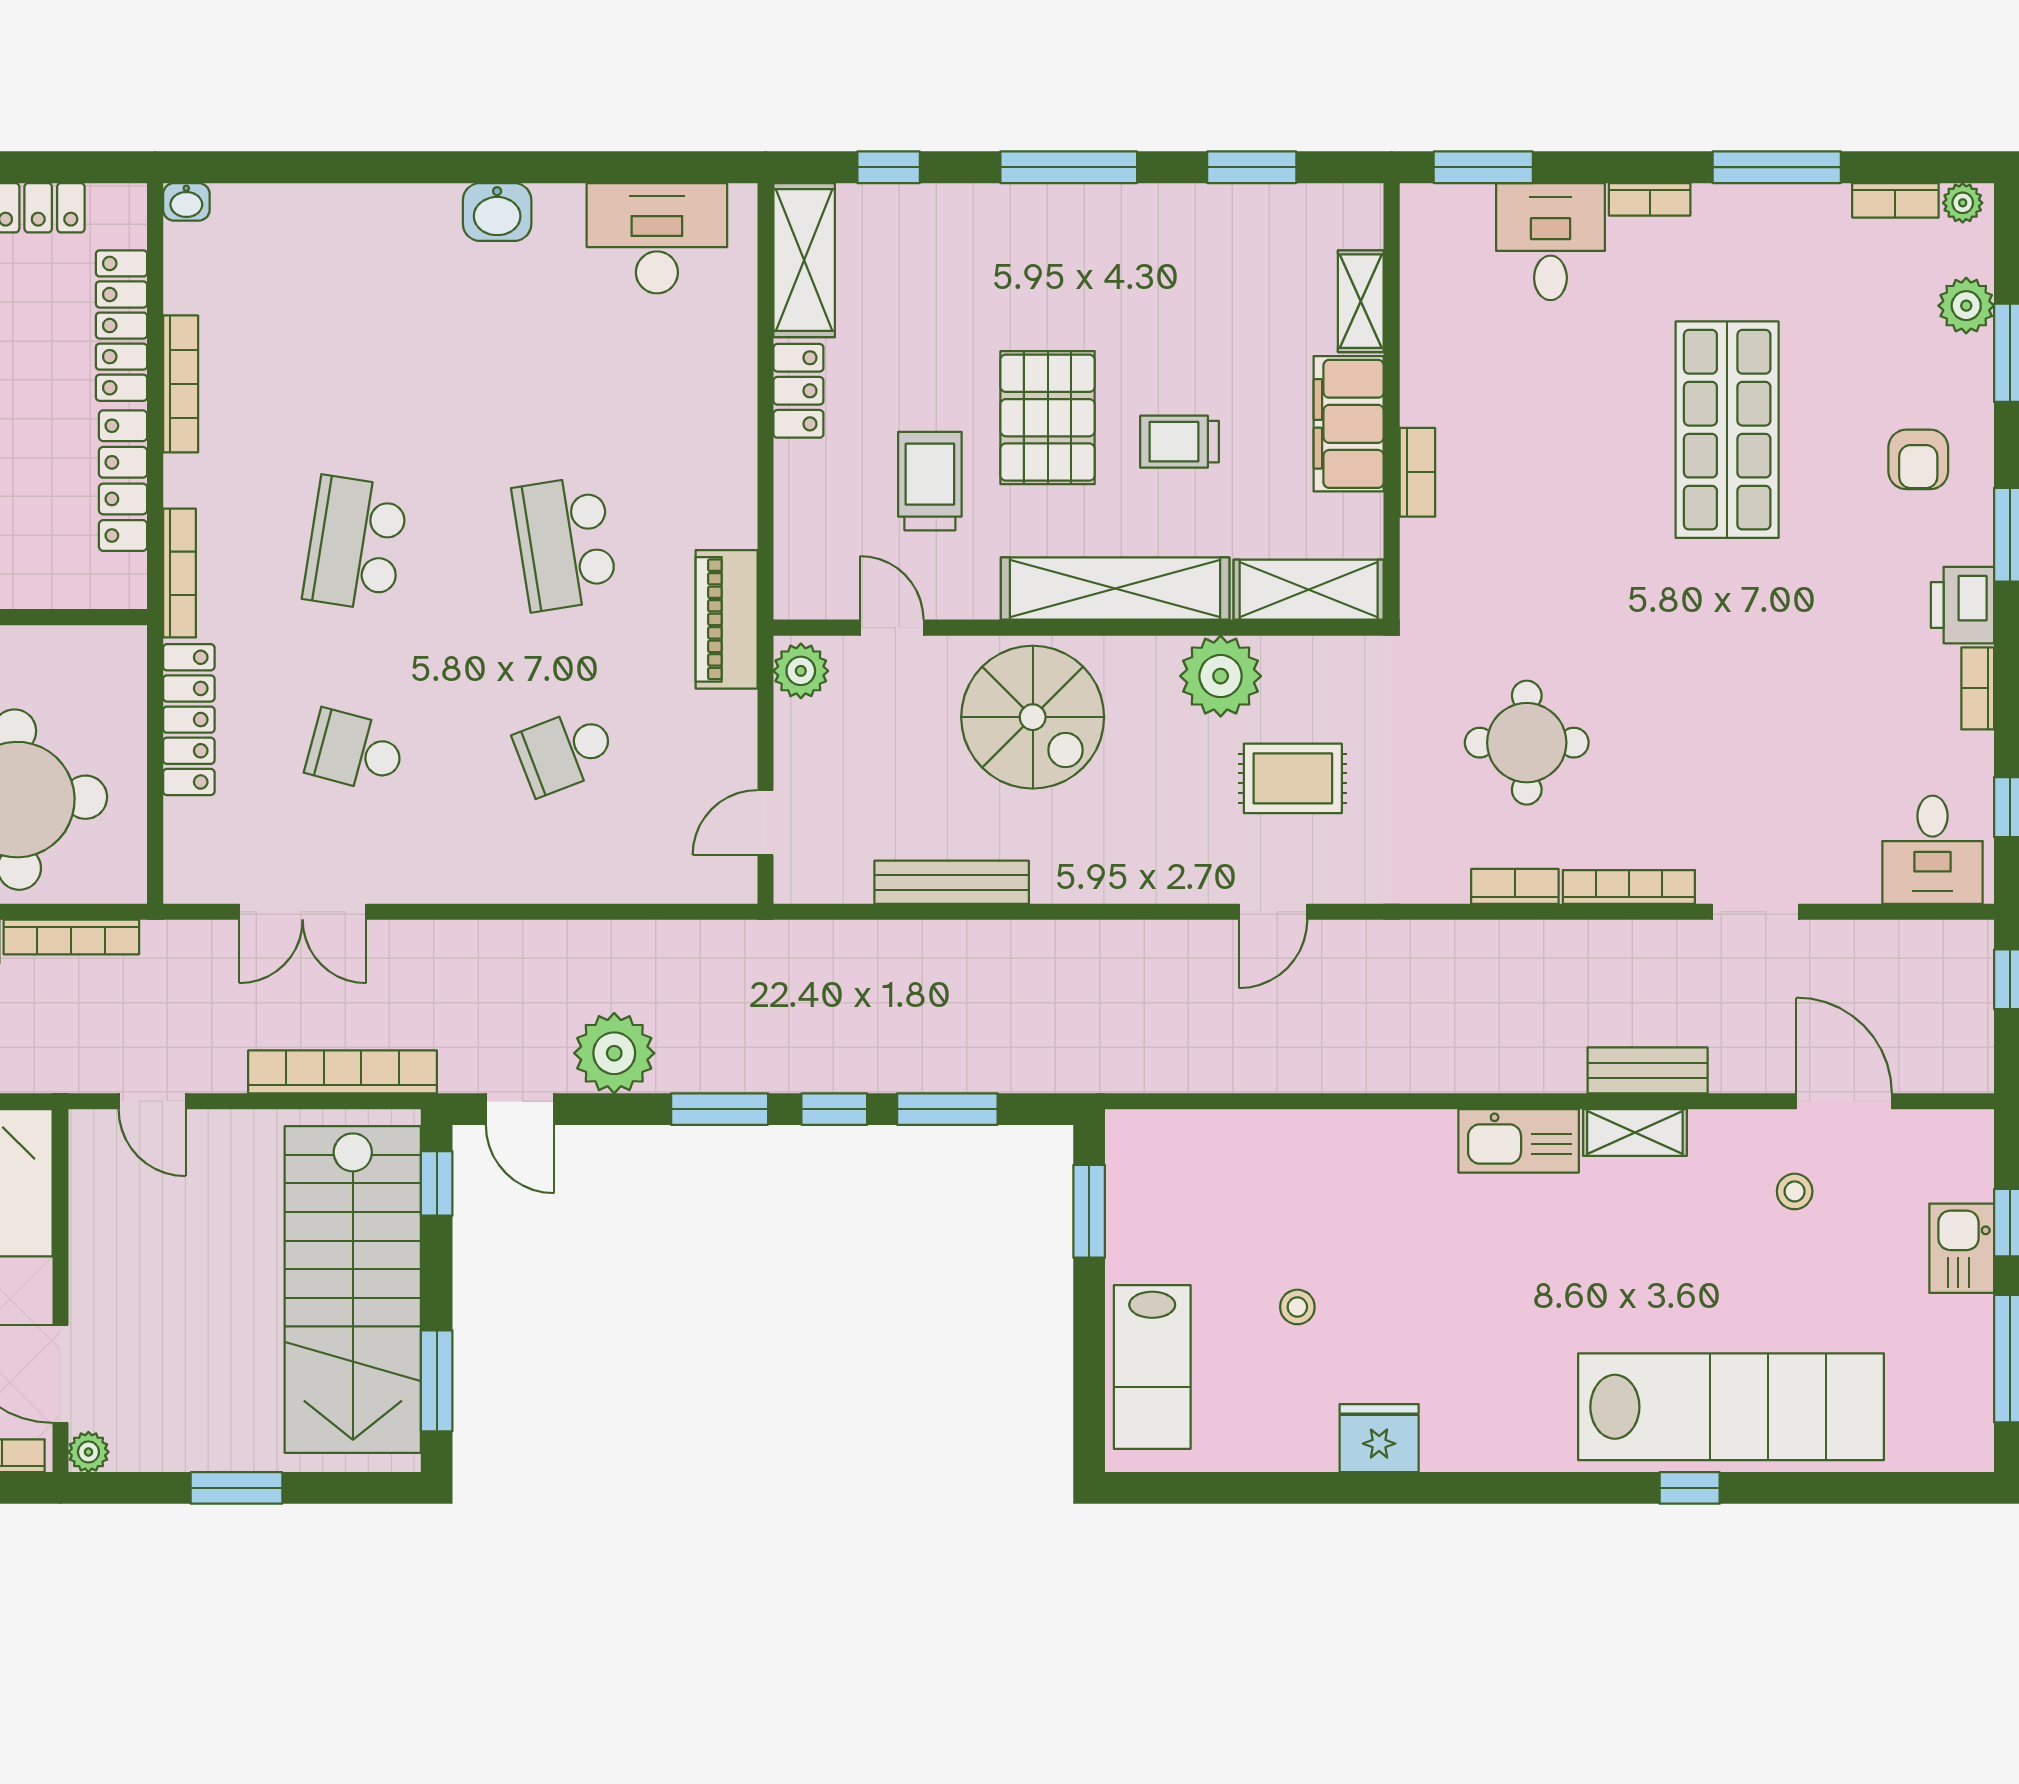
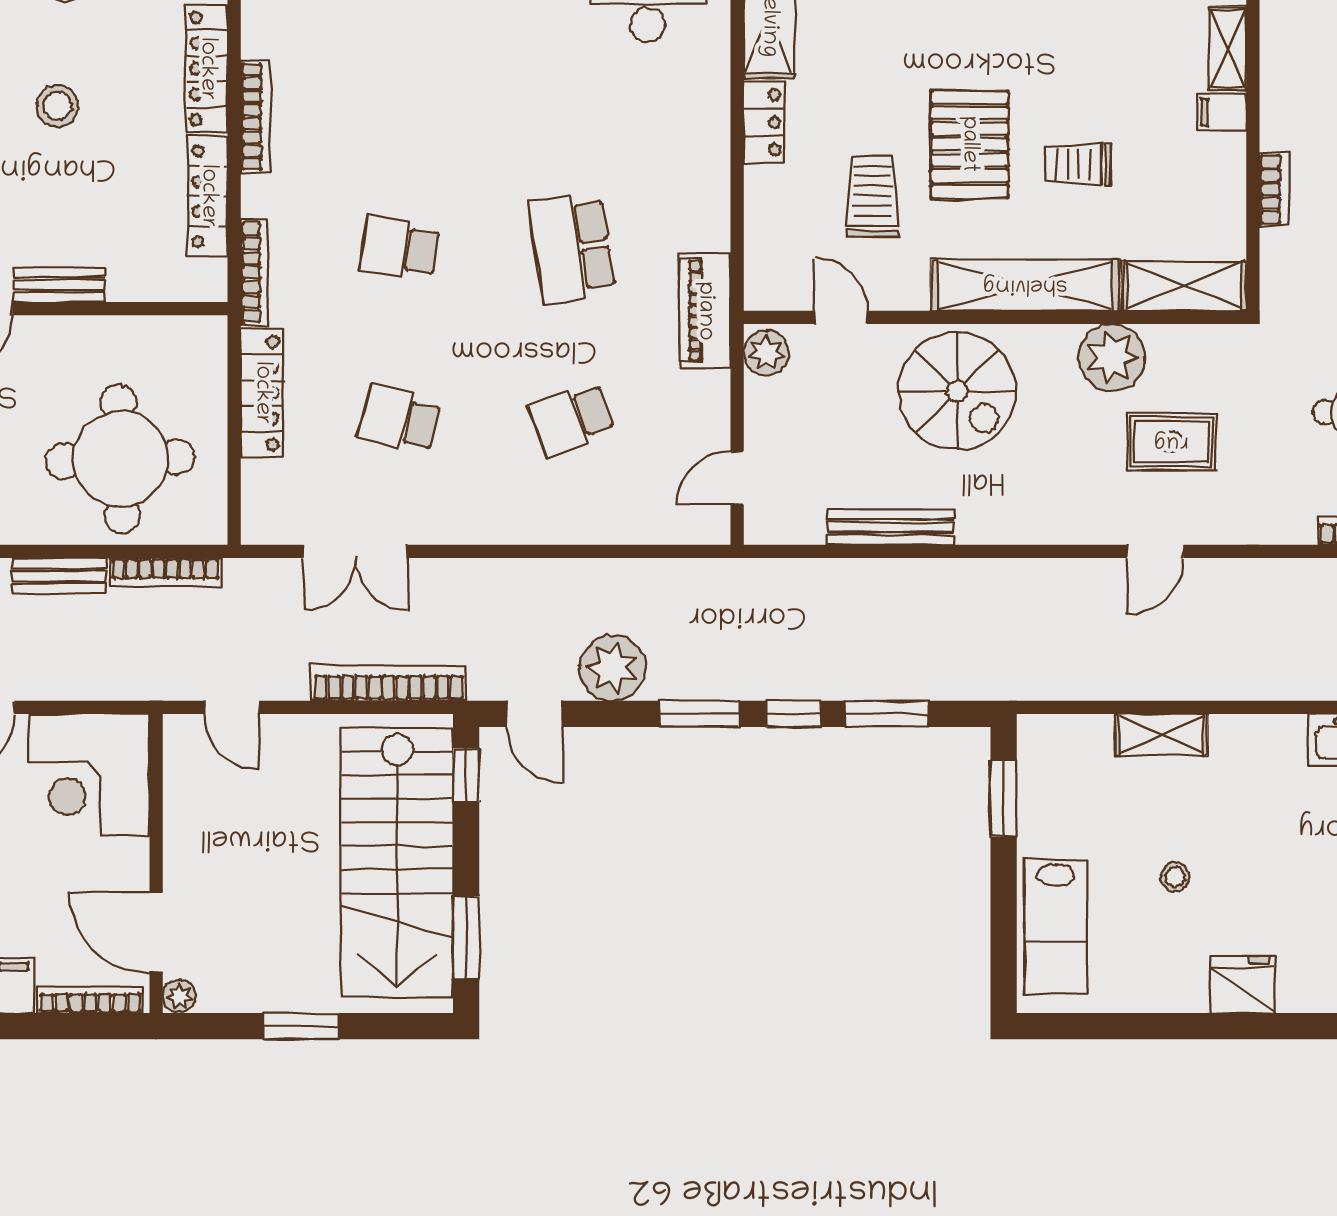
filing cabinet: (1349, 424) -> (1222, 112), width x0.33, depth x0.86
school desk: (356, 543) -> (399, 248), width x0.54
shelving: (1281, 1134) -> (1162, 735), added

